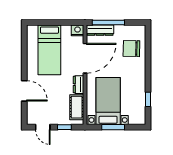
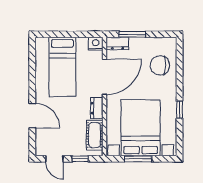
window: (108, 22) -> (132, 34), width x0.69
dresser: (100, 30) -> (117, 43), width x0.70
window: (148, 99) -> (180, 110), moved
bed with nightstands: (108, 101) -> (141, 128), width x1.36

